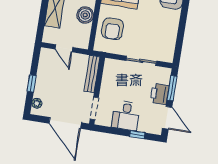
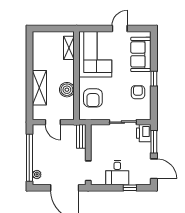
window: (183, 18) -> (154, 79), added
armchair: (163, 30) -> (138, 92), added
bench: (92, 74) -> (81, 136), width x0.73
window: (32, 83) -> (29, 158), width x3.17
printer: (160, 94) -> (144, 133), moved

